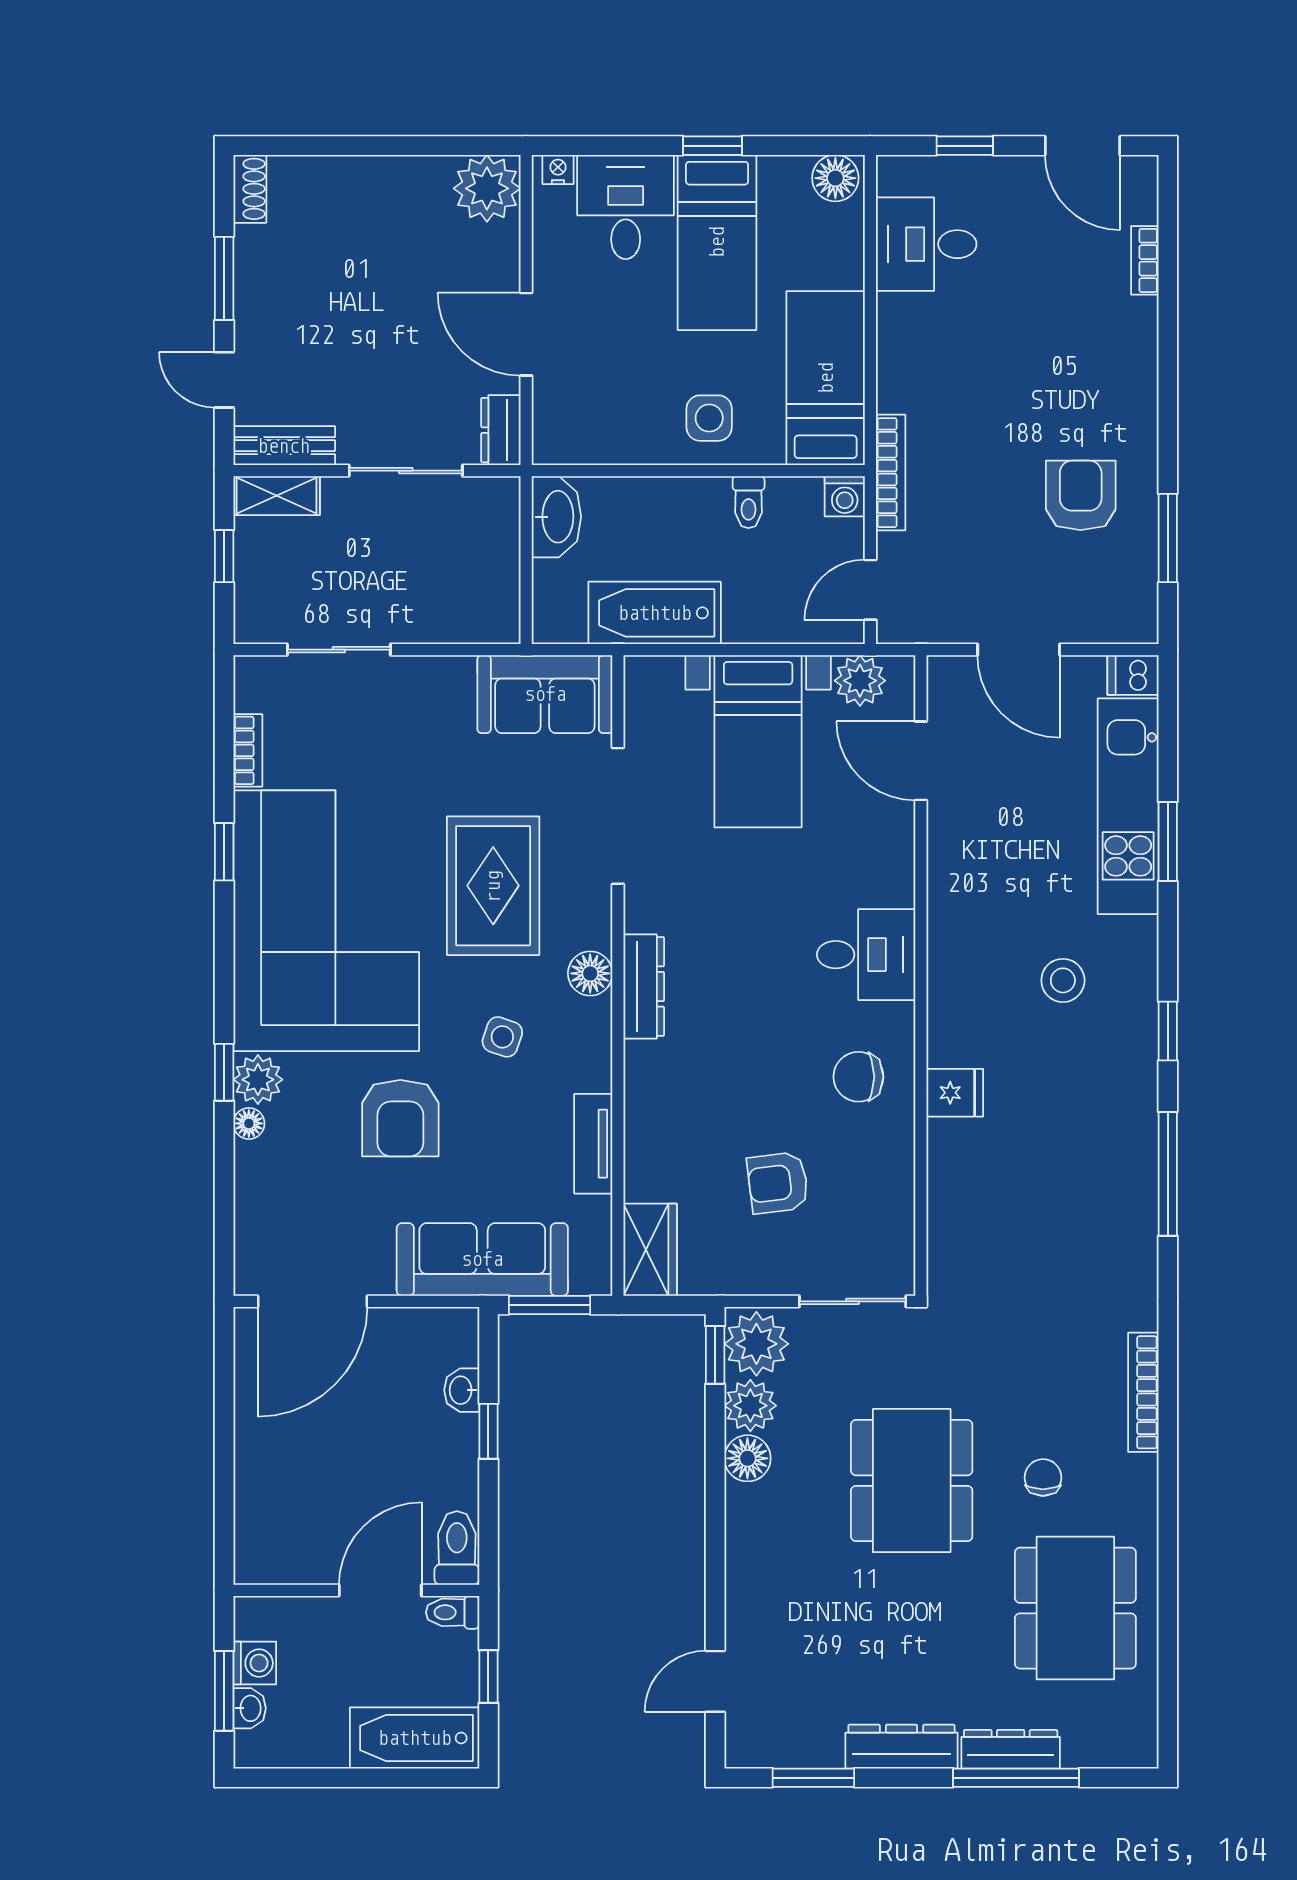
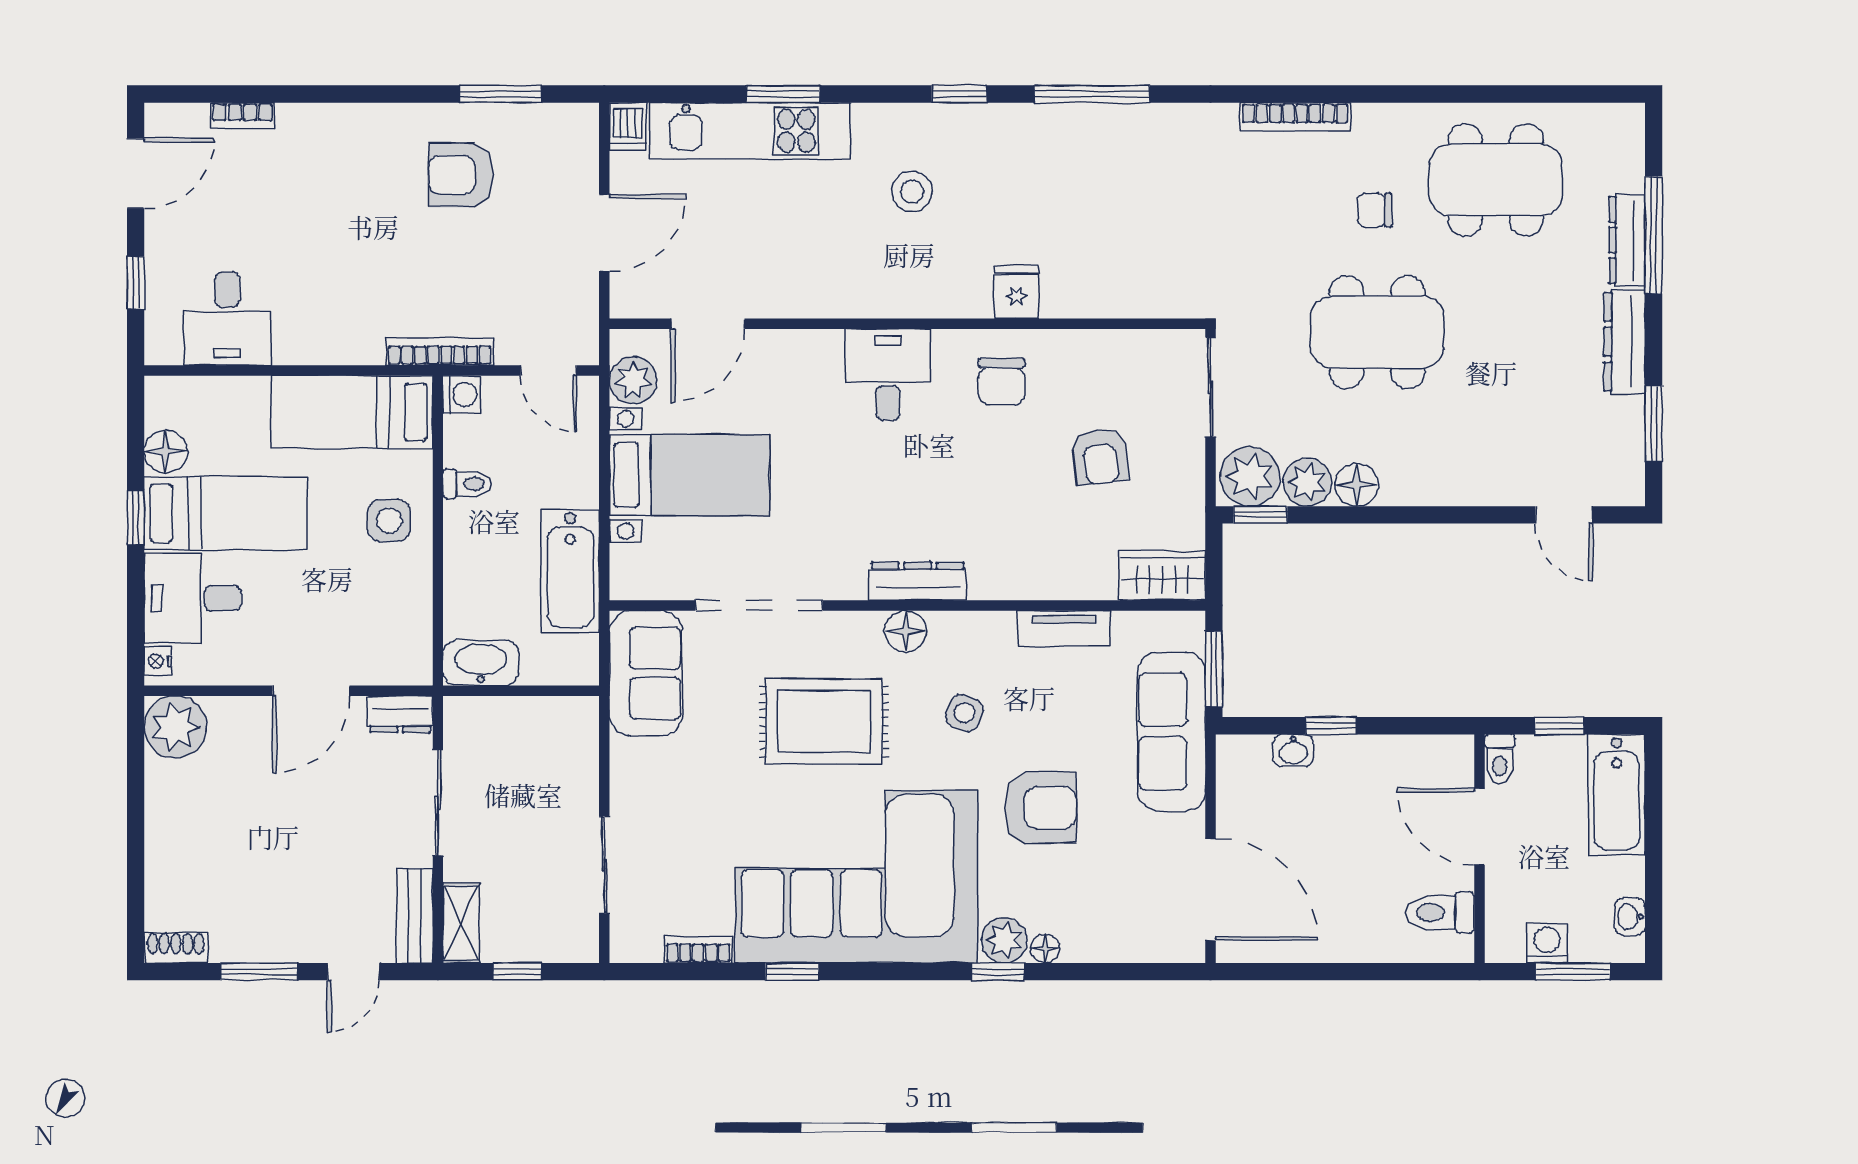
floor lamp: (835, 178) -> (166, 451), moved
toilet: (457, 1548) -> (1440, 913), moved
washbasin: (250, 1708) -> (1630, 917), moved, turned -90

